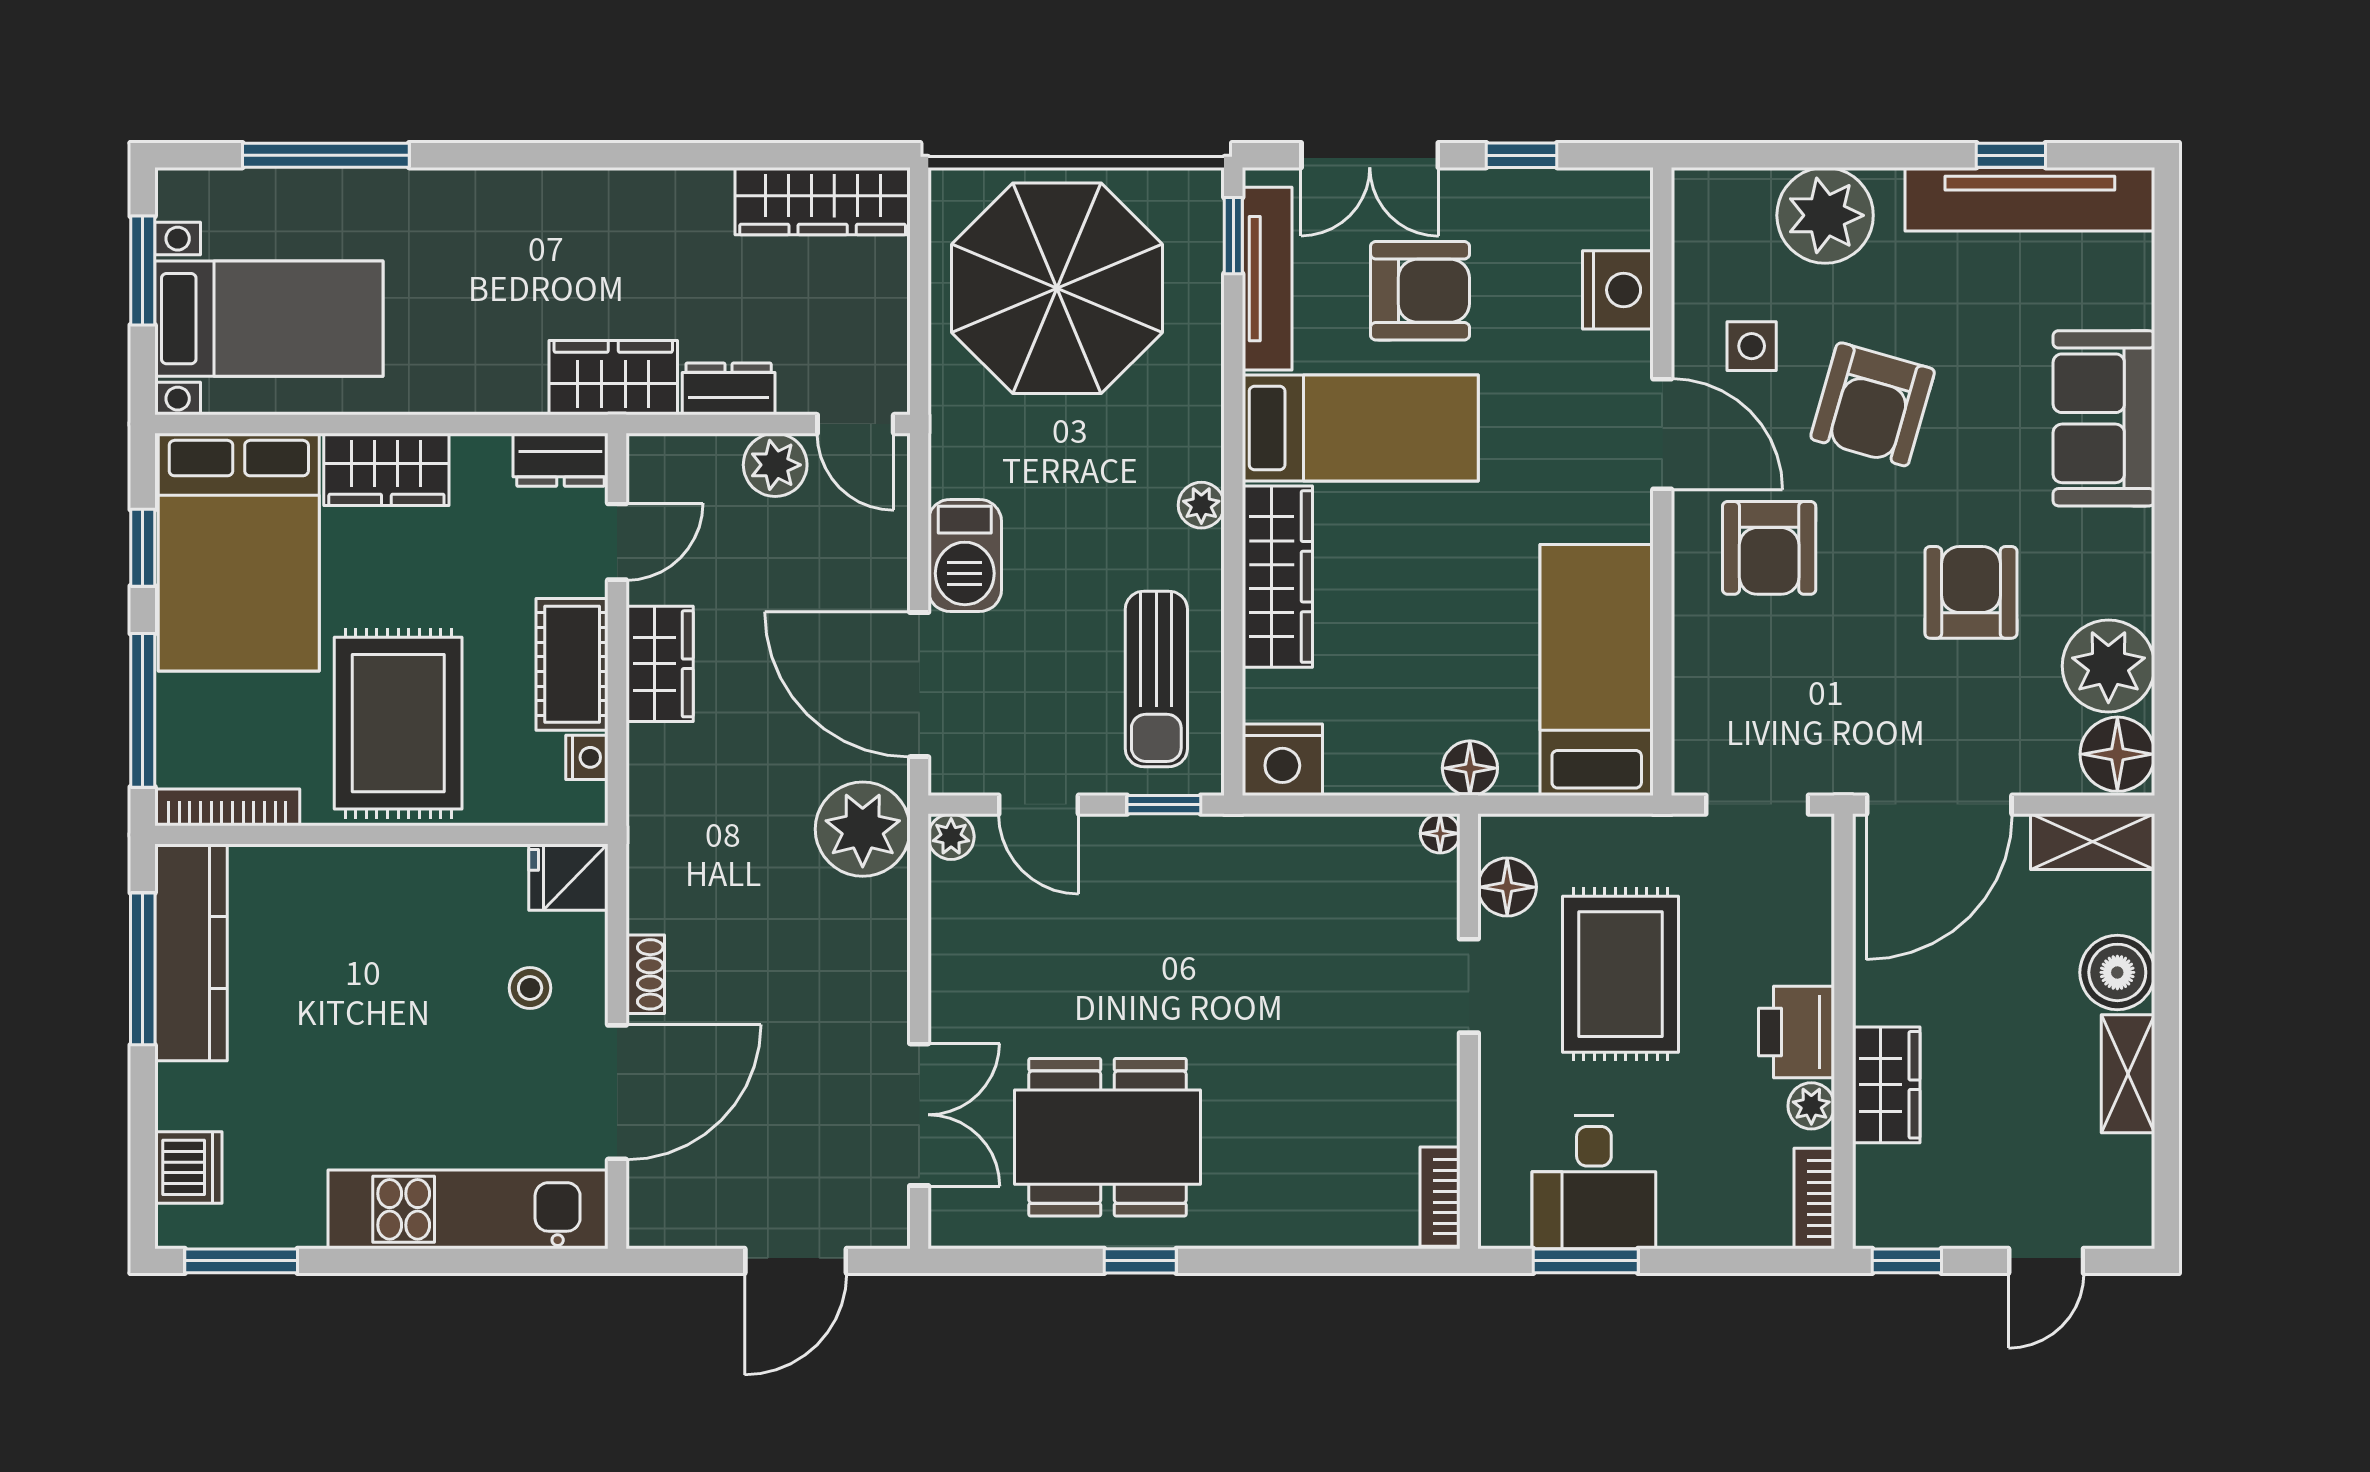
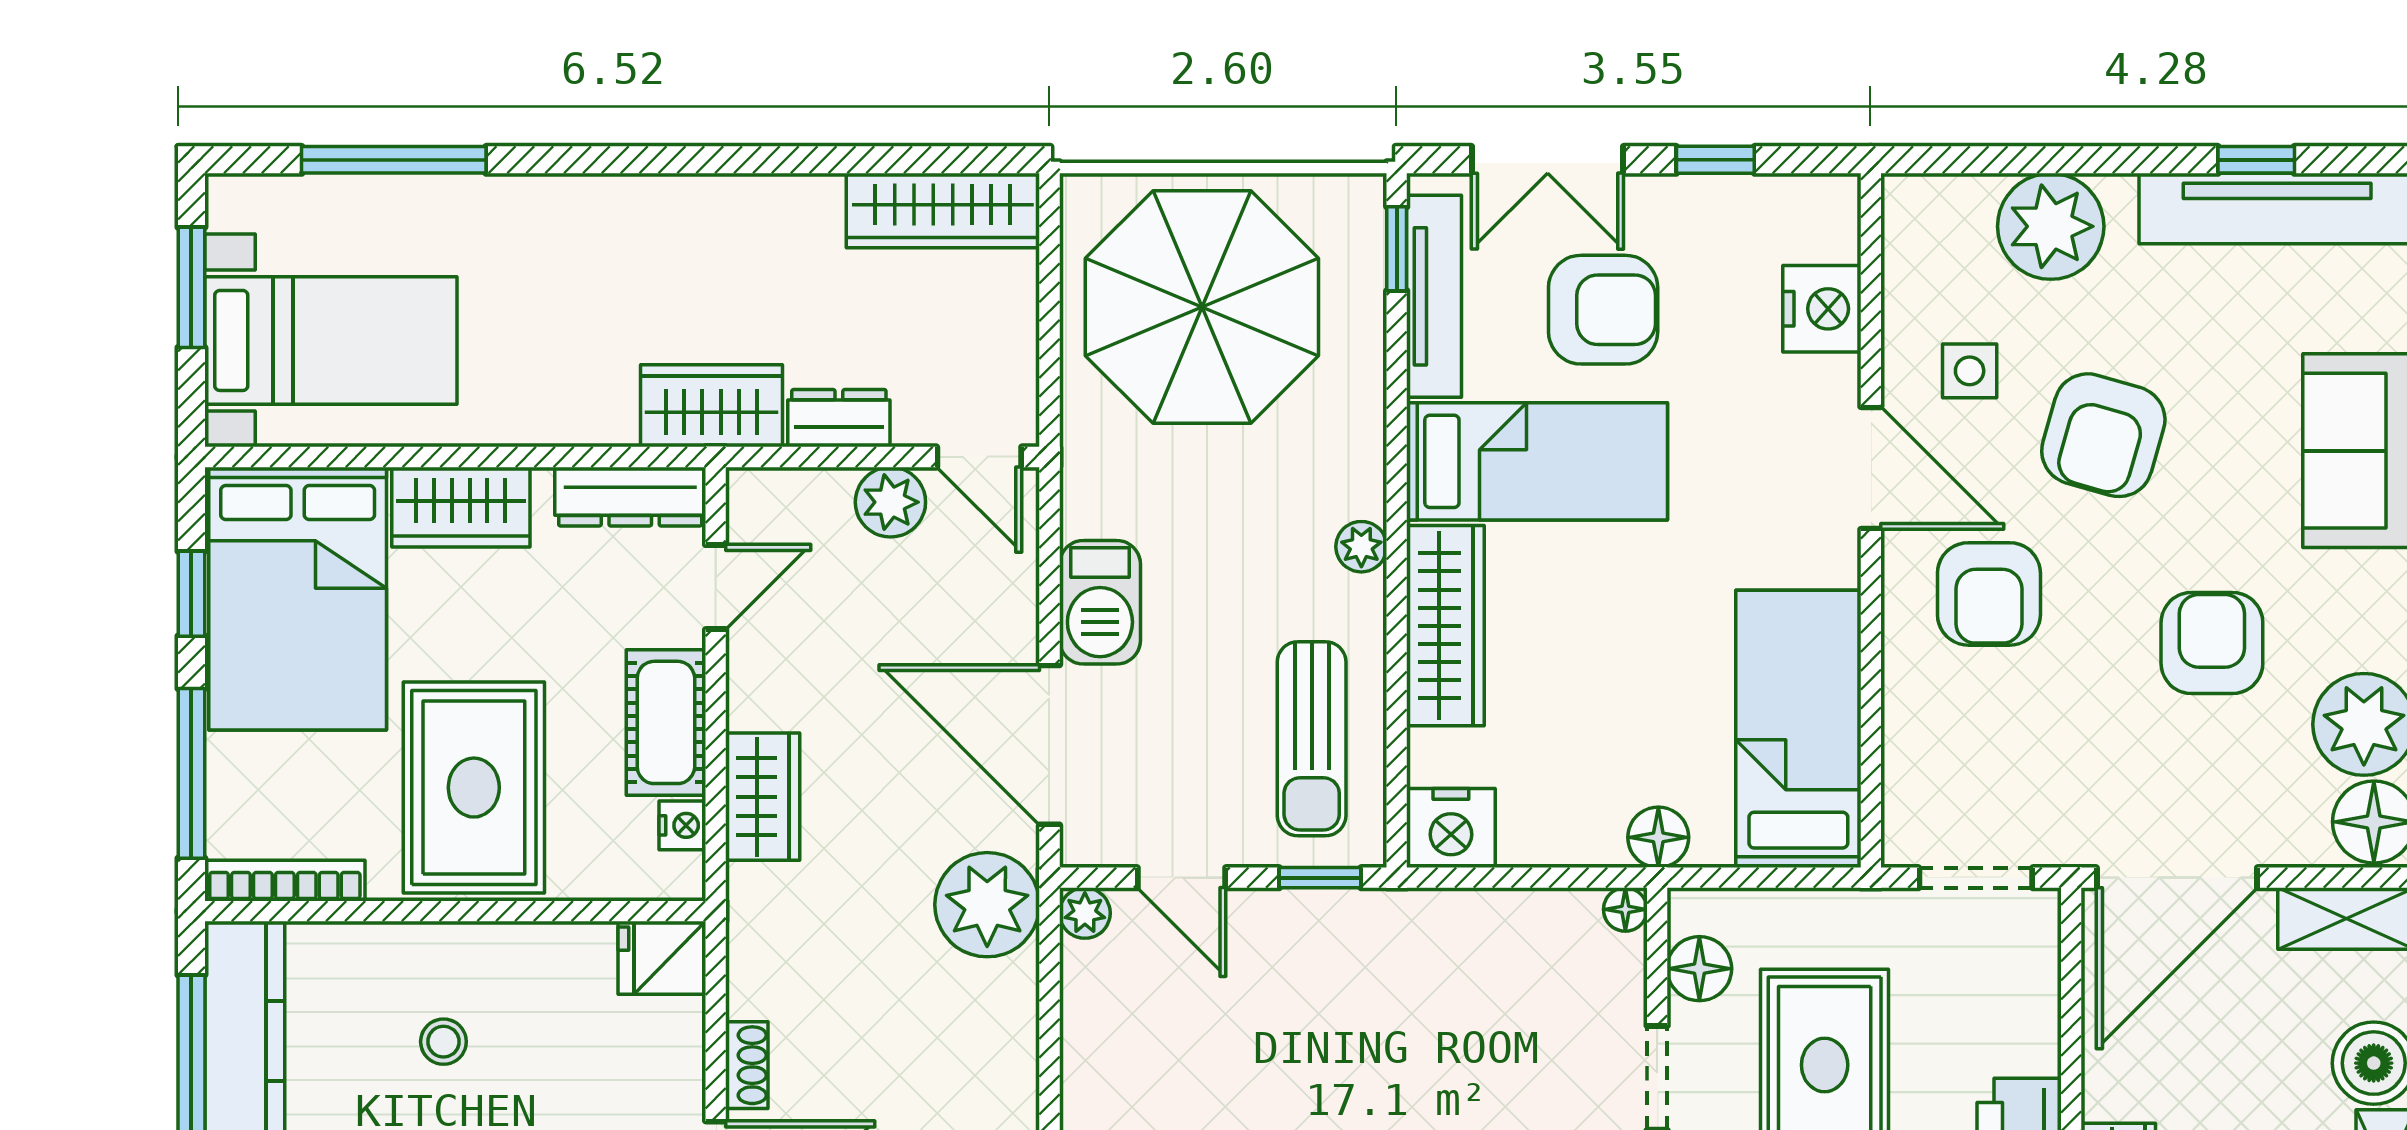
dresser: (560, 460) -> (630, 497), width x1.44
wardrobe: (660, 664) -> (763, 797), moved
stool: (530, 988) -> (443, 1042), moved

